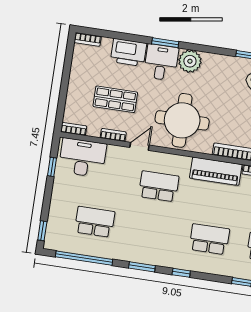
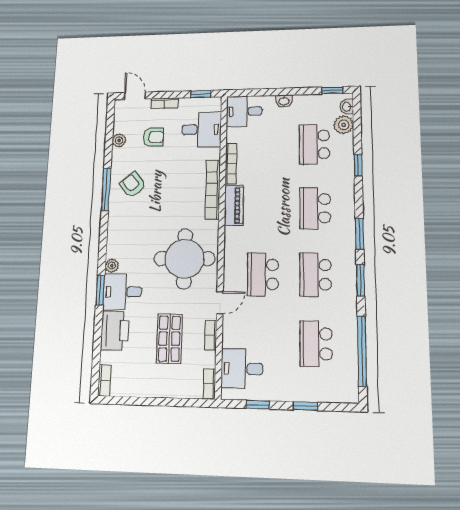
plant: (190, 61) -> (112, 266), width x0.53, depth x0.53
door: (140, 146) -> (220, 303), swing flipped
desk: (82, 158) -> (242, 369), width x0.73
piano: (216, 171) -> (234, 205), width x0.73, depth x0.75
window: (42, 231) -> (305, 406), moved
school desk: (152, 231) -> (316, 275), added
window: (181, 273) -> (359, 234), width x1.50

